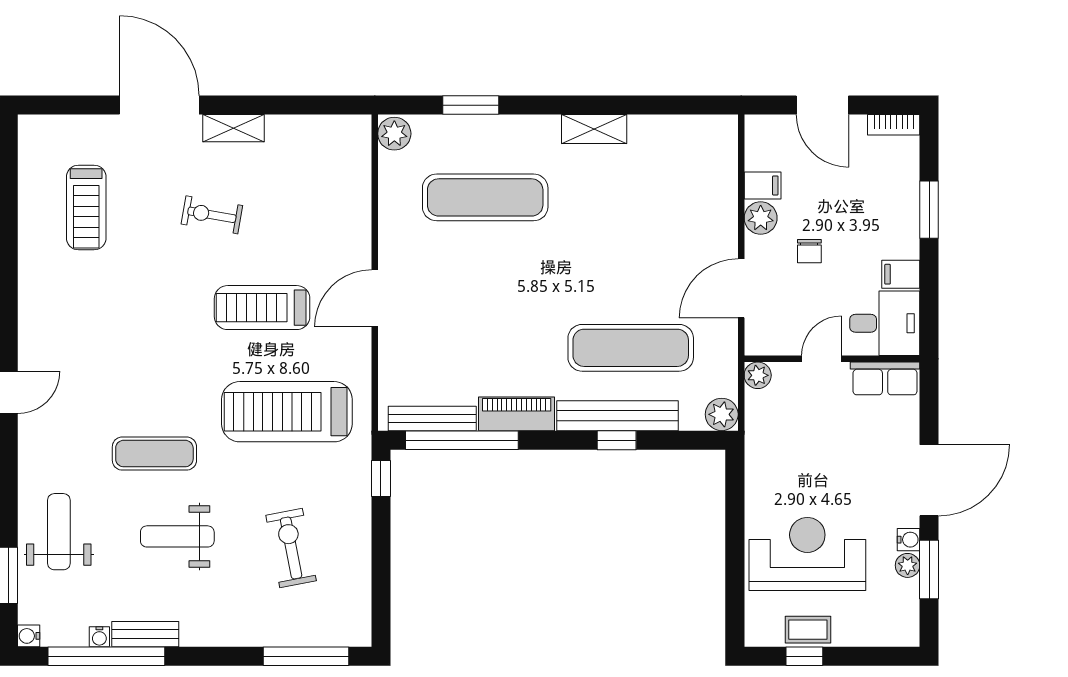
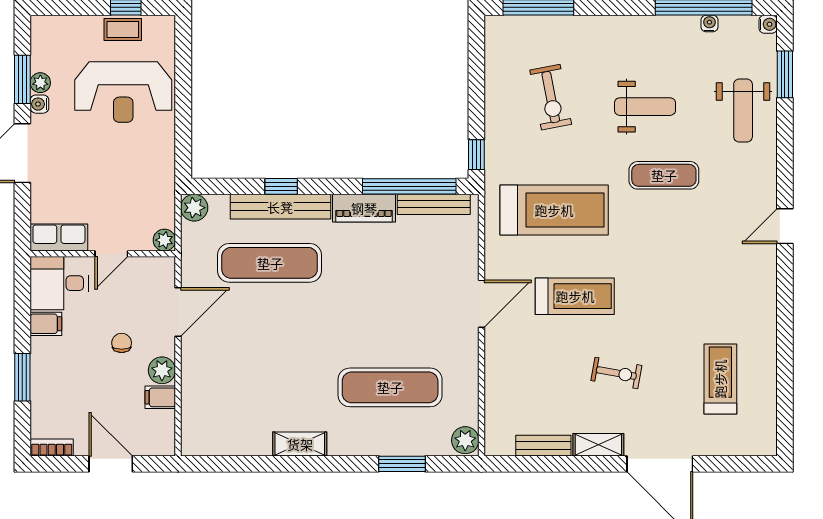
bench: (145, 634) -> (543, 446), moved

